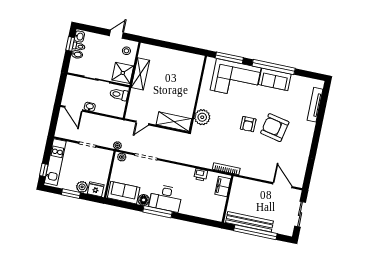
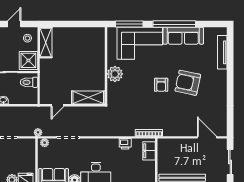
shelving: (140, 74) -> (46, 42), moved
sofa: (275, 79) -> (183, 36), width x1.36
plant: (202, 117) -> (115, 74), moved

